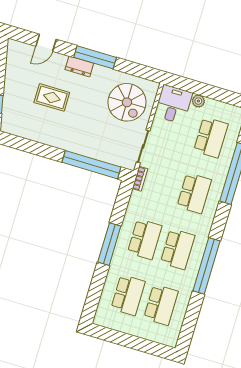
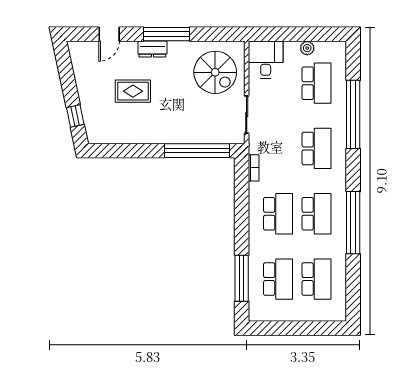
plant: (198, 101) -> (307, 48), moved
bookcase: (140, 179) -> (254, 168), moved
window: (109, 244) -> (242, 278), moved

